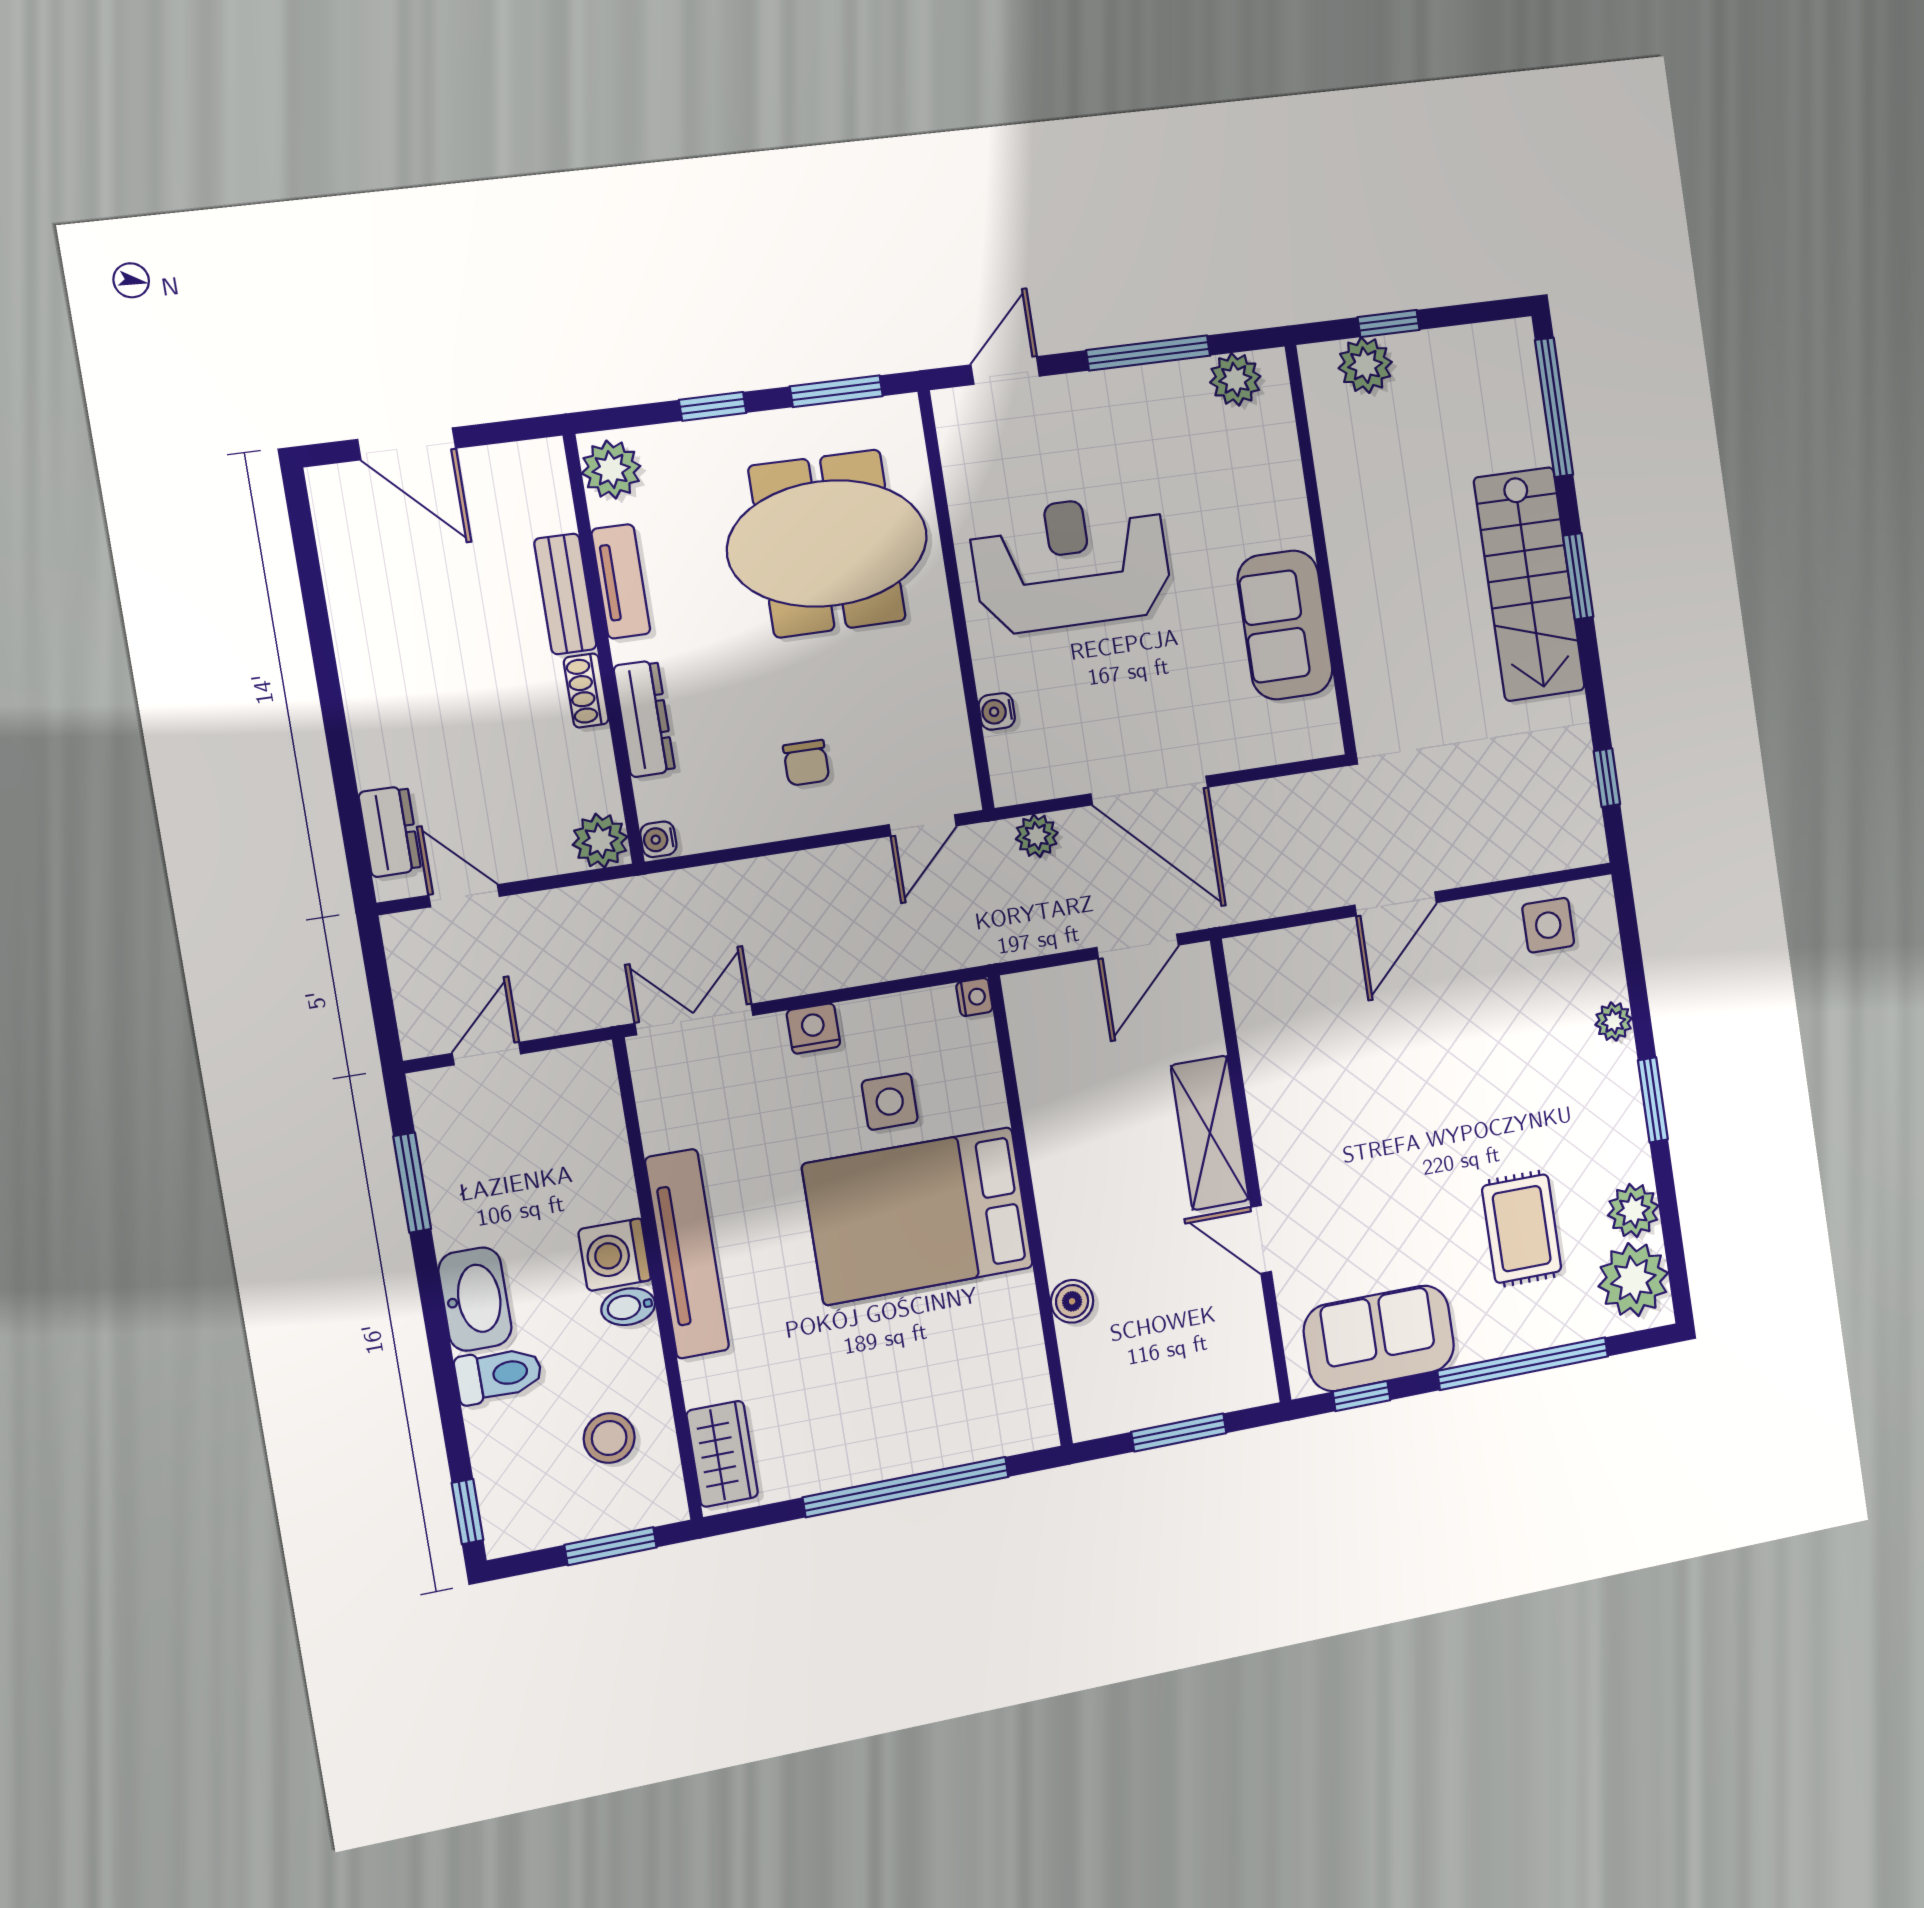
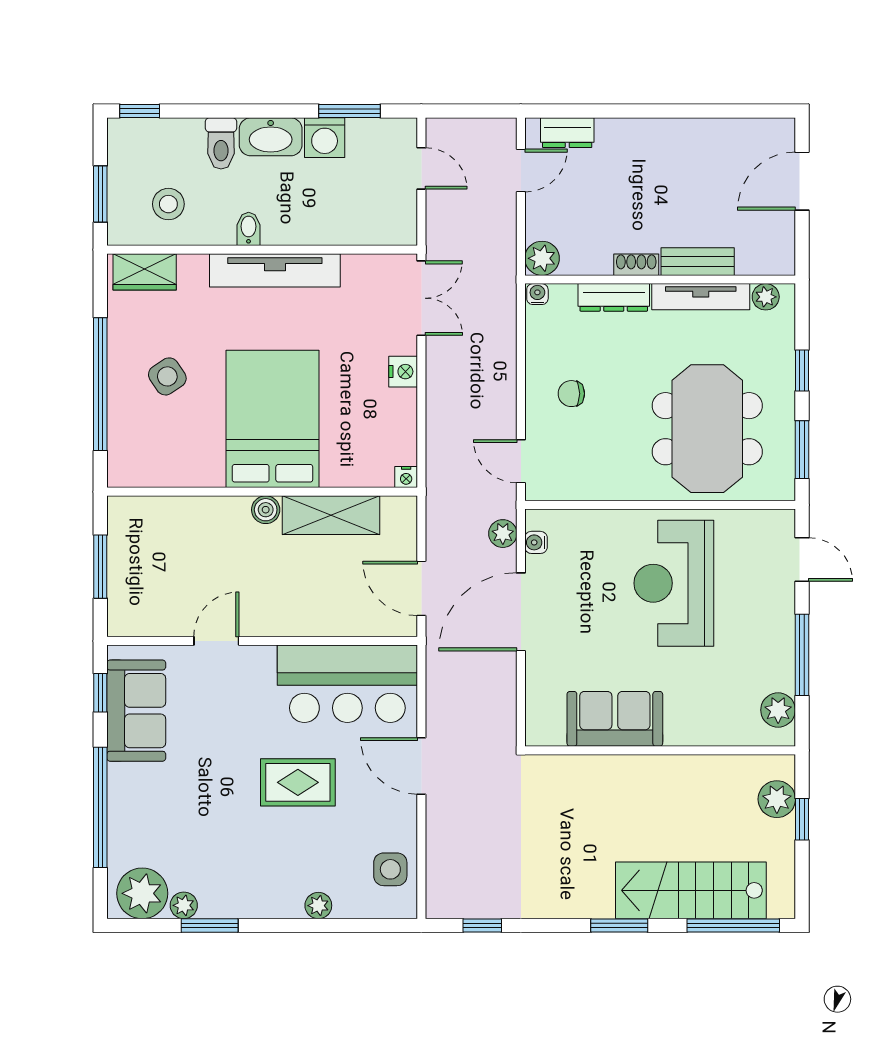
plant: (611, 470) -> (766, 297), width x0.73, depth x0.73
reception desk: (1071, 563) -> (674, 583), turned 180
tv unit: (621, 581) -> (701, 297), width x1.41
stairs: (1529, 584) -> (691, 890), moved
water cooler: (997, 711) -> (536, 542), moved, turned -90
bar counter: (1294, 1034) -> (347, 684), added
window: (1653, 1100) -> (210, 925), moved
side table: (890, 1102) -> (167, 376), moved, turned -34
shelving: (1210, 1133) -> (331, 515), moved
plant: (1633, 1211) -> (184, 905), width x0.73, depth x0.73
rug: (1522, 1229) -> (298, 782), moved
washing machine: (615, 1255) -> (325, 138), moved, turned 180
boiler: (1072, 1301) -> (266, 510), moved

